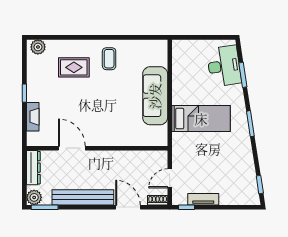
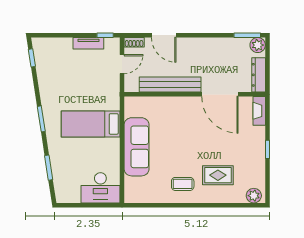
coffee table: (109, 59) -> (183, 184), turned 90
desk: (224, 66) -> (100, 188), moved, turned -81
fireplace: (33, 117) -> (259, 111), moved
door: (72, 148) -> (220, 94), width x1.36
bench: (83, 197) -> (170, 84), moved

